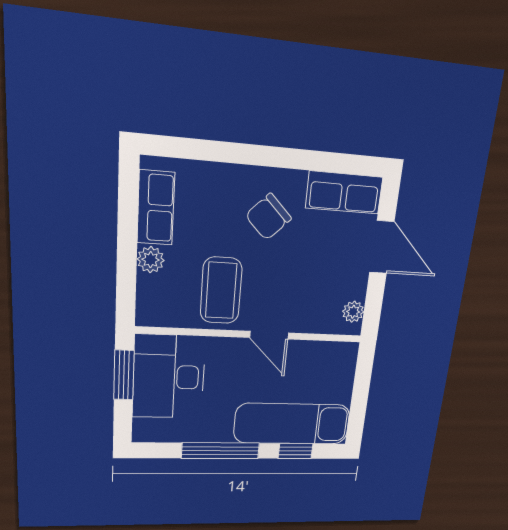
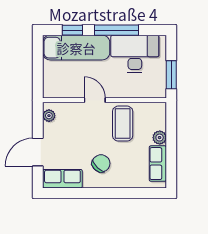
door: (382, 247) -> (38, 152), hinge flipped
desk: (169, 377) -> (135, 54), moved, turned -90

